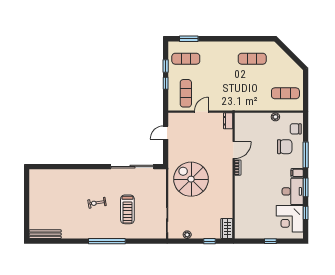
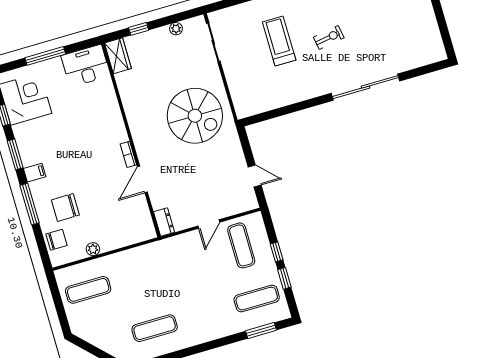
door: (166, 133) -> (255, 176), hinge flipped
sliding door: (132, 167) -> (366, 87), moved
desk: (293, 191) -> (86, 66), moved, turned 90
window: (270, 241) -> (45, 56), width x2.17

